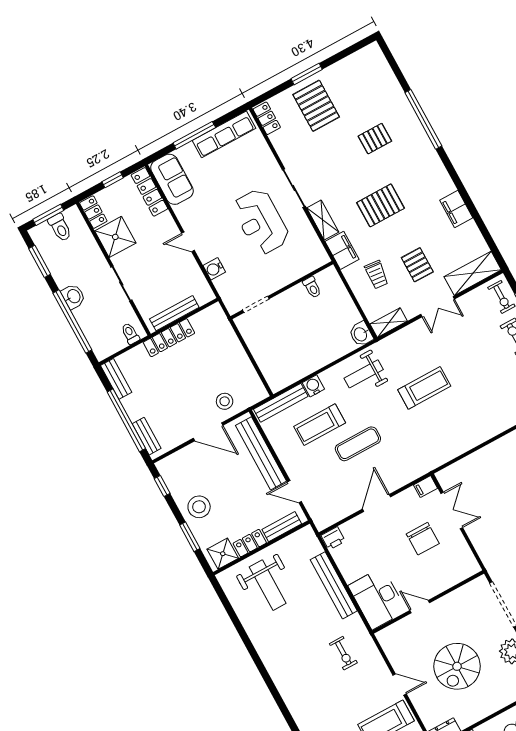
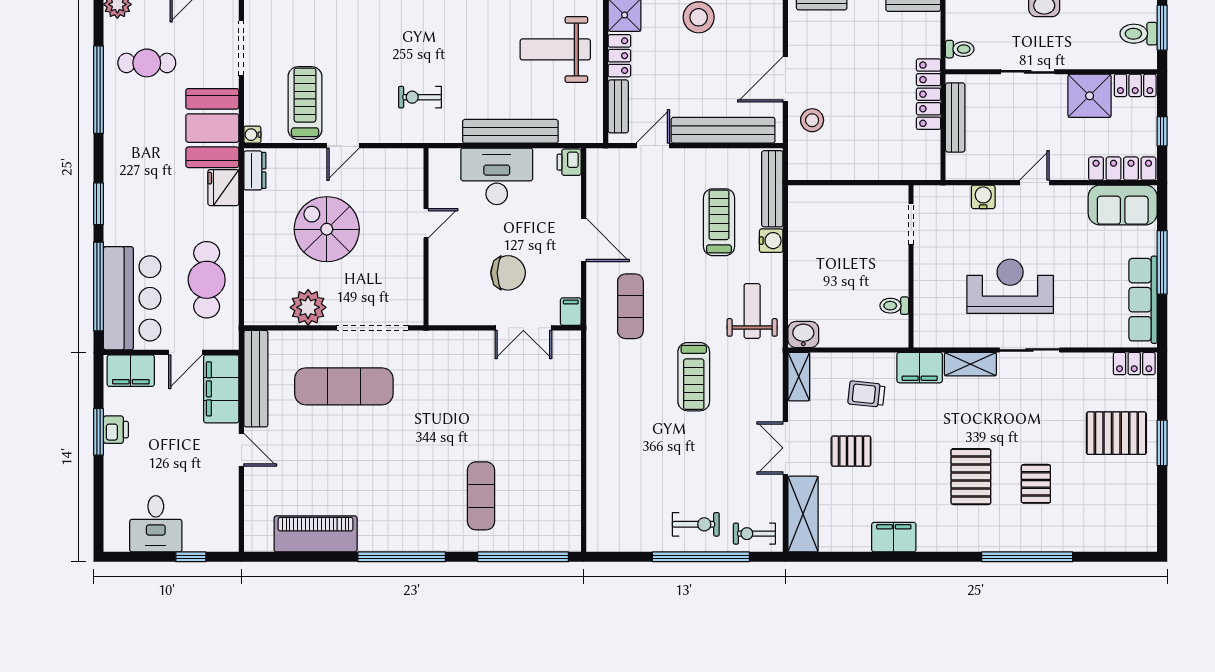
pallet: (380, 205) -> (971, 477), moved
exercise mat: (358, 444) -> (630, 306), moved
chair: (423, 539) -> (508, 273), turned 180
desk: (377, 598) -> (497, 176), moved

